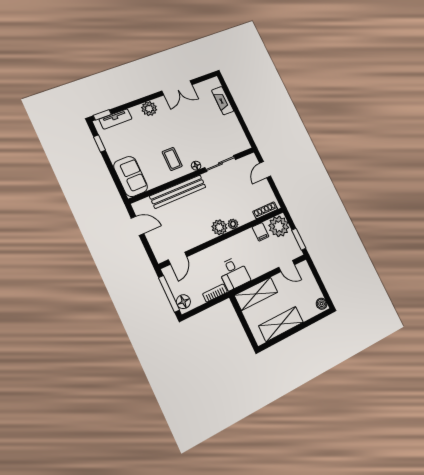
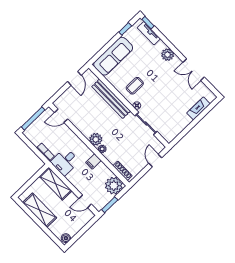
door: (265, 170) -> (155, 160), hinge flipped
sofa: (131, 176) -> (113, 56), width x1.36
filing cabinet: (261, 232) -> (93, 161), moved
door: (287, 266) -> (85, 201), hinge flipped
floor lamp: (183, 302) -> (31, 131), removed

